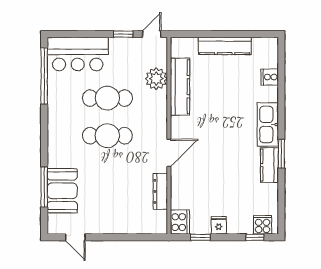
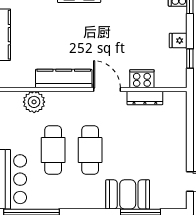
kitchen counter: (180, 87) -> (64, 79), moved
booth: (62, 191) -> (128, 194), moved
cooker: (180, 222) -> (142, 79), moved

